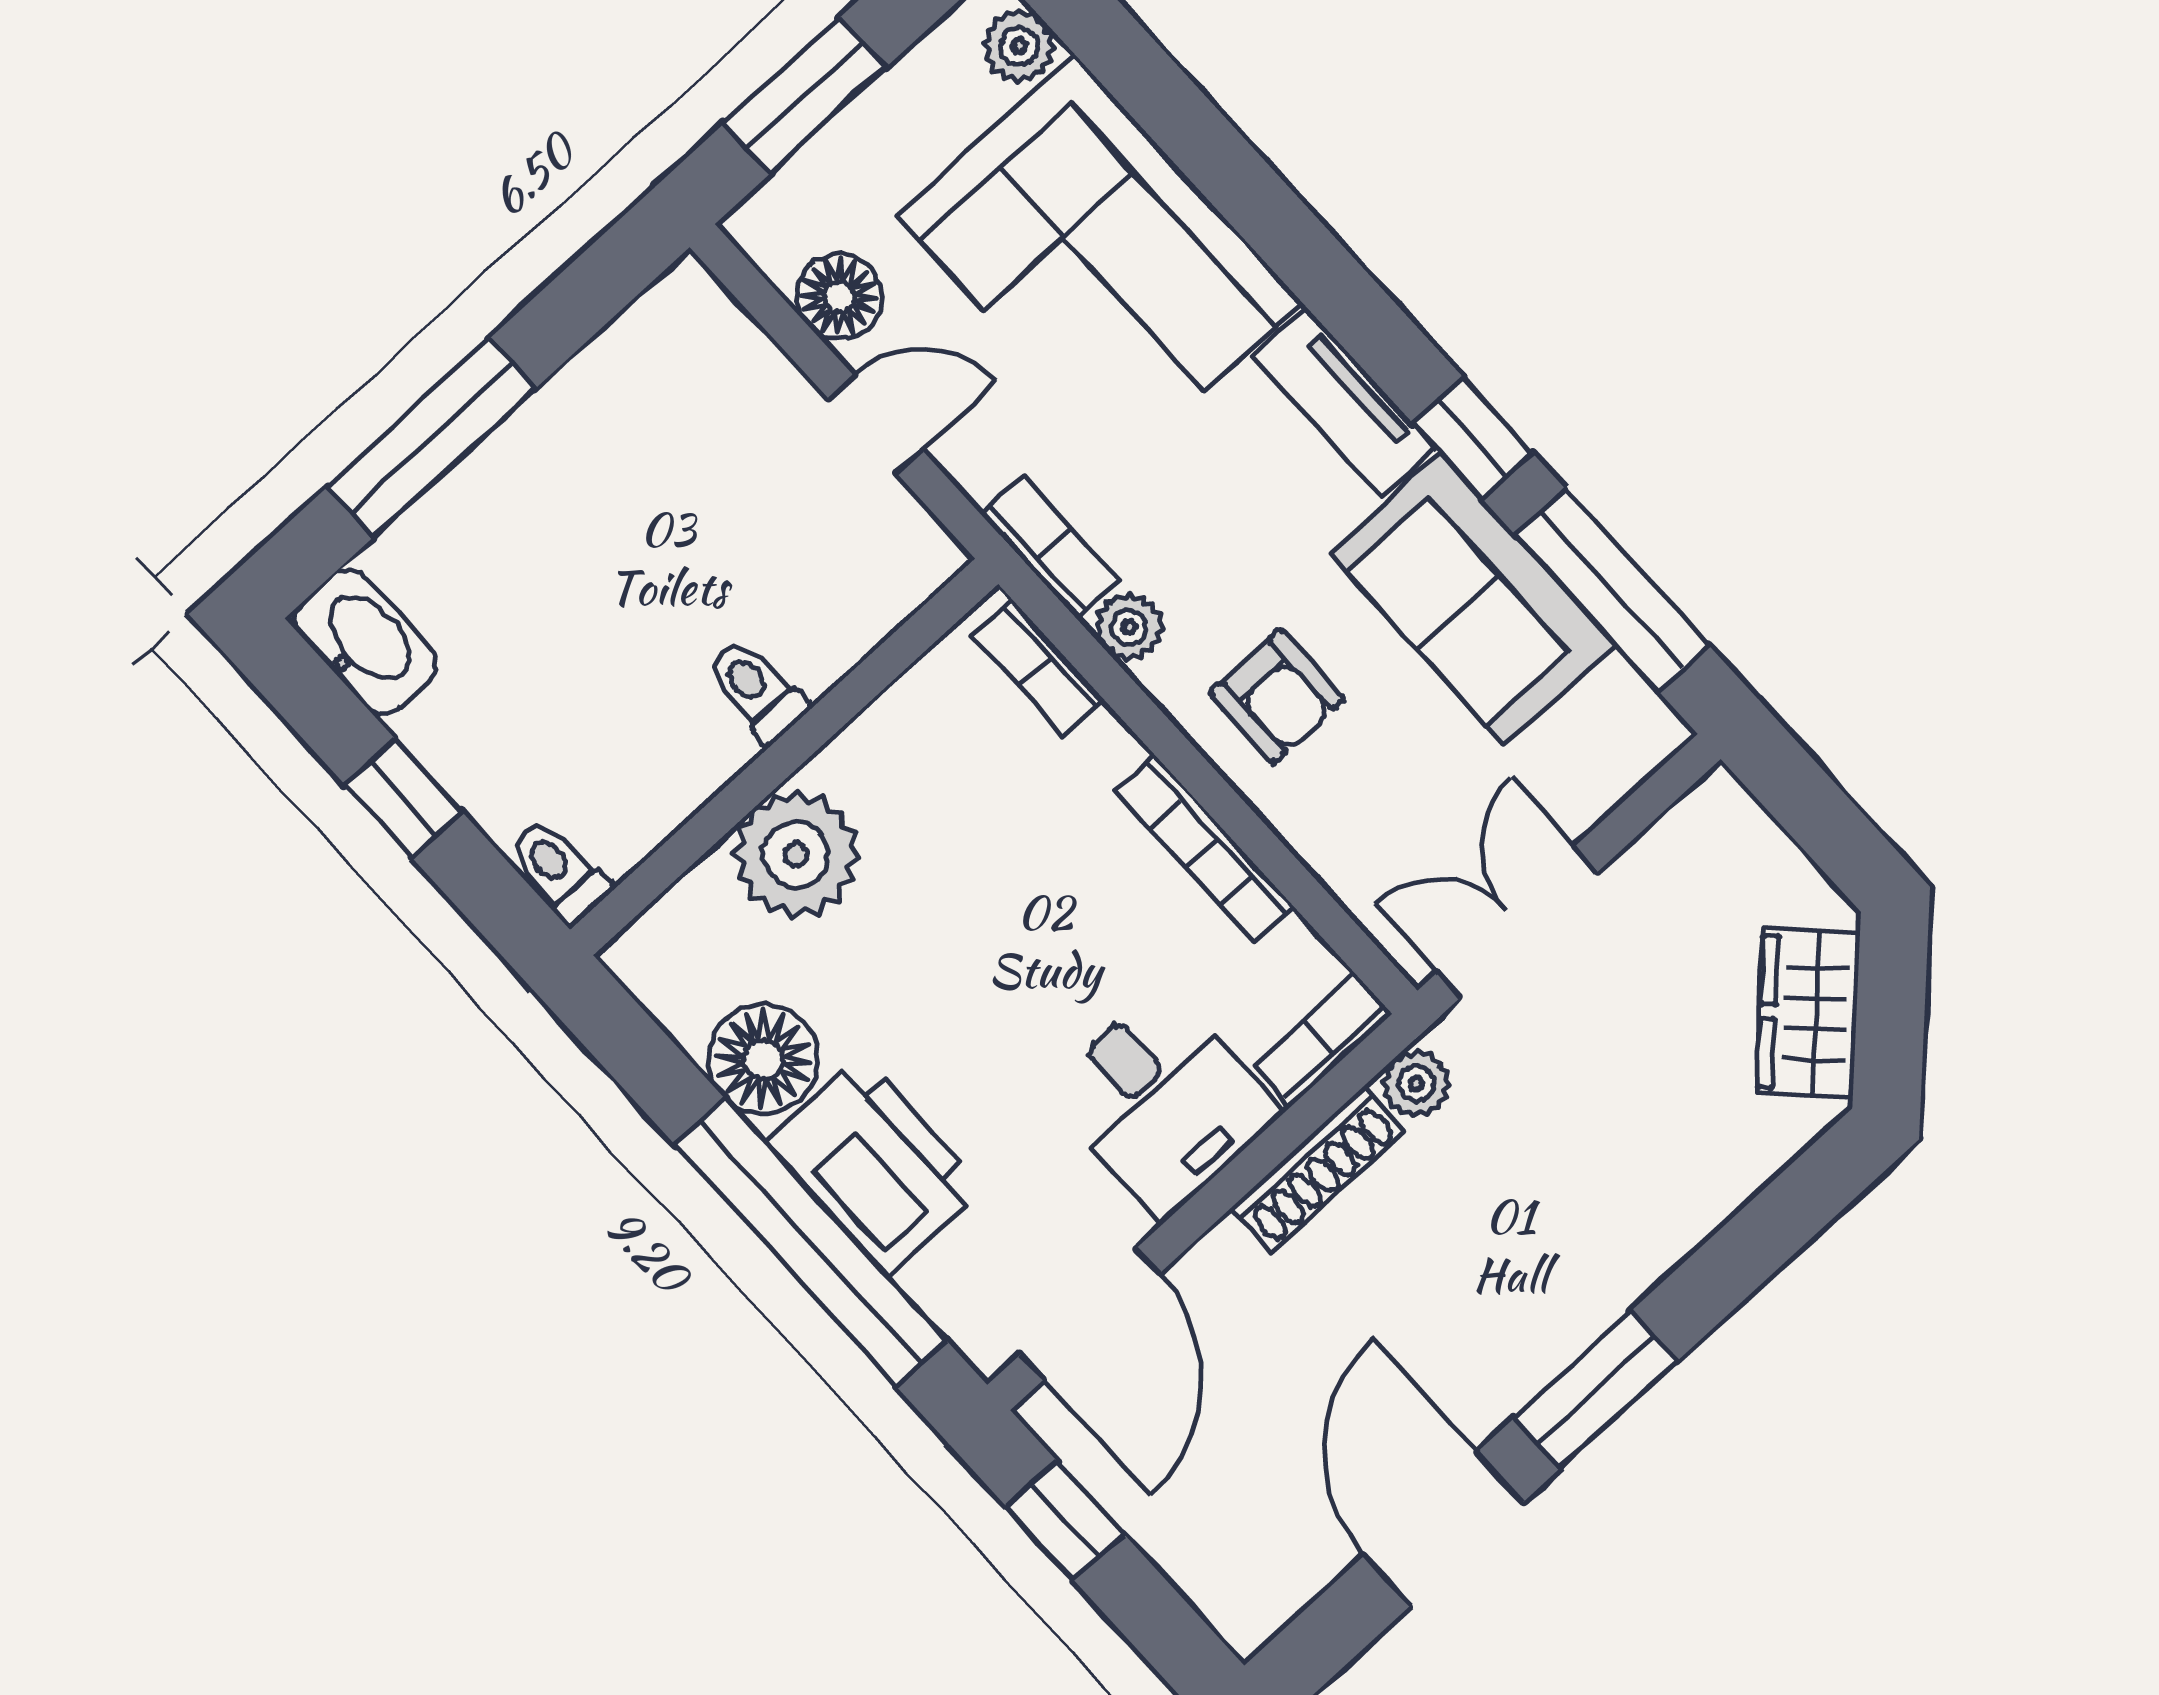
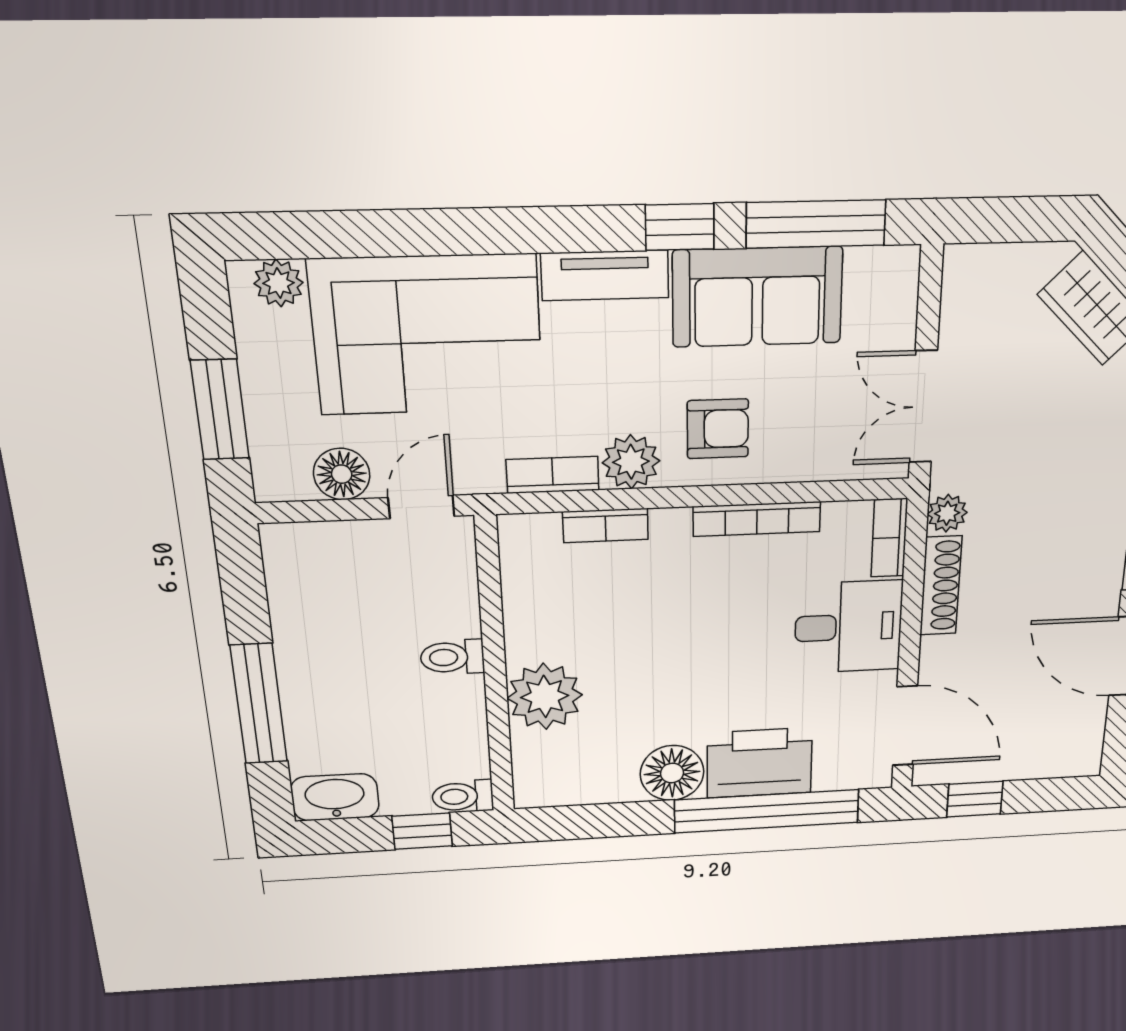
plant: (1129, 627) -> (631, 462), width x1.38, depth x1.38
toilet: (756, 690) -> (452, 657), moved
wall: (784, 757) -> (495, 668), moved
plant: (796, 855) -> (545, 696), moved
toilet: (559, 871) -> (463, 796), moved

